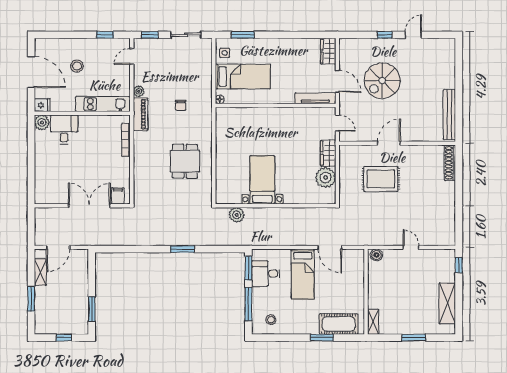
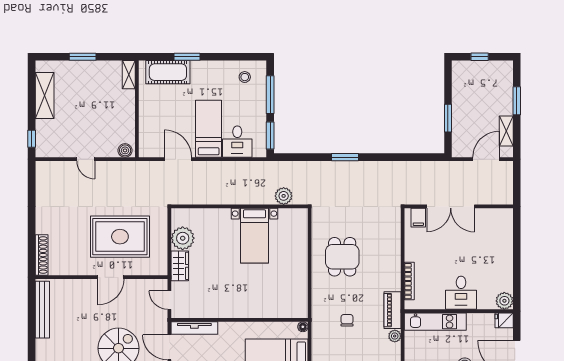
desk: (64, 130) -> (461, 293), moved
rug: (381, 179) -> (120, 237), width x1.37, depth x1.44
desk: (266, 274) -> (237, 142), moved, turned 90
window: (92, 309) -> (448, 118), moved

